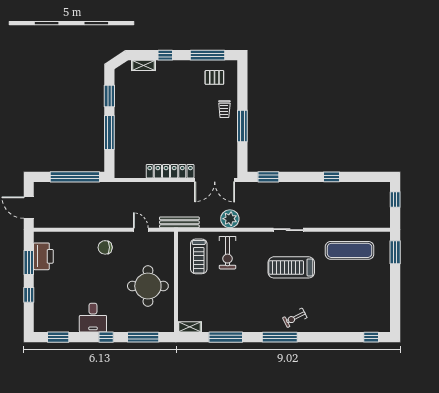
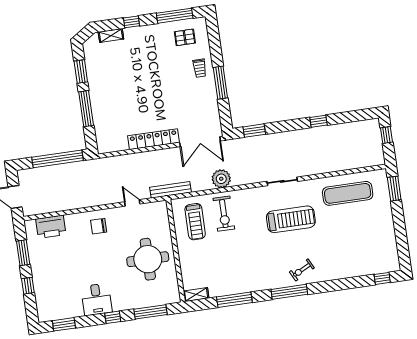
printer: (43, 256) -> (51, 227), moved, turned 90
treadmill: (291, 267) -> (291, 219), turned 180

